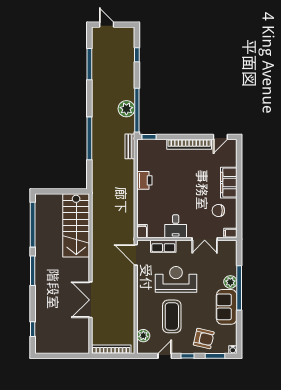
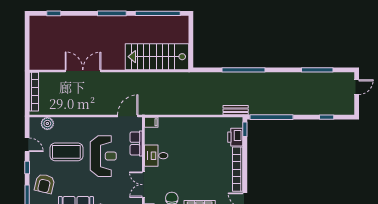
plant: (126, 109) -> (273, 107), removed
printer: (144, 180) -> (235, 137), moved, turned 90

